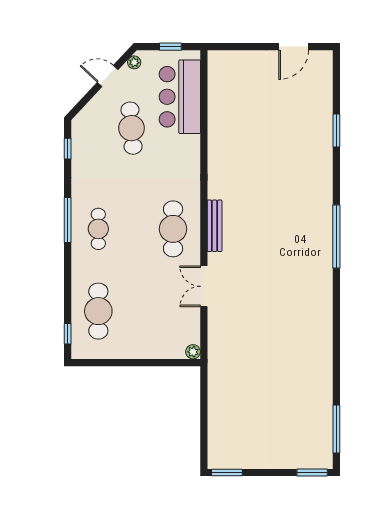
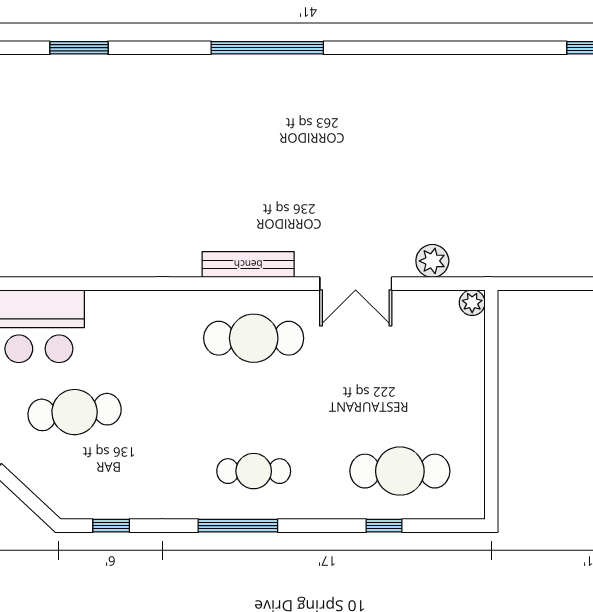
plant: (217, 329) -> (432, 261), added
window: (68, 334) -> (384, 526), moved

